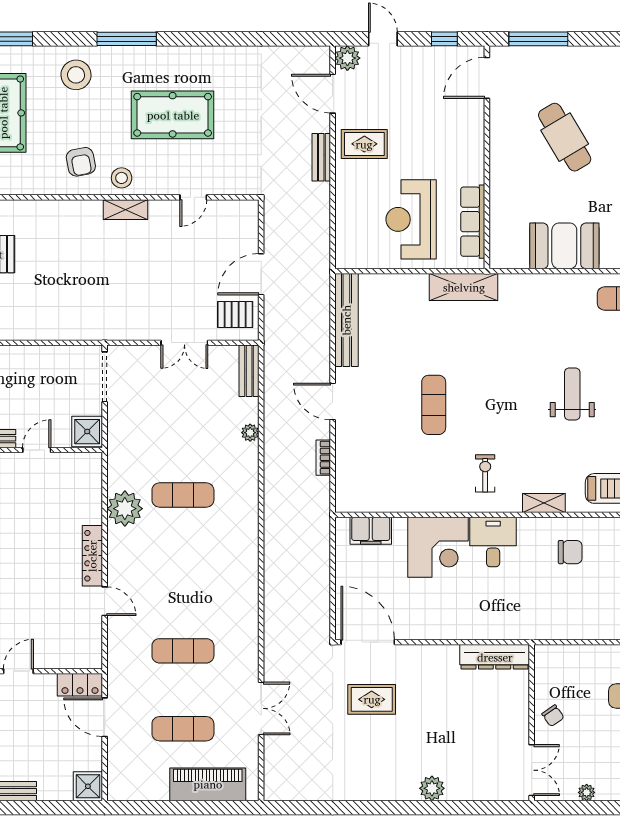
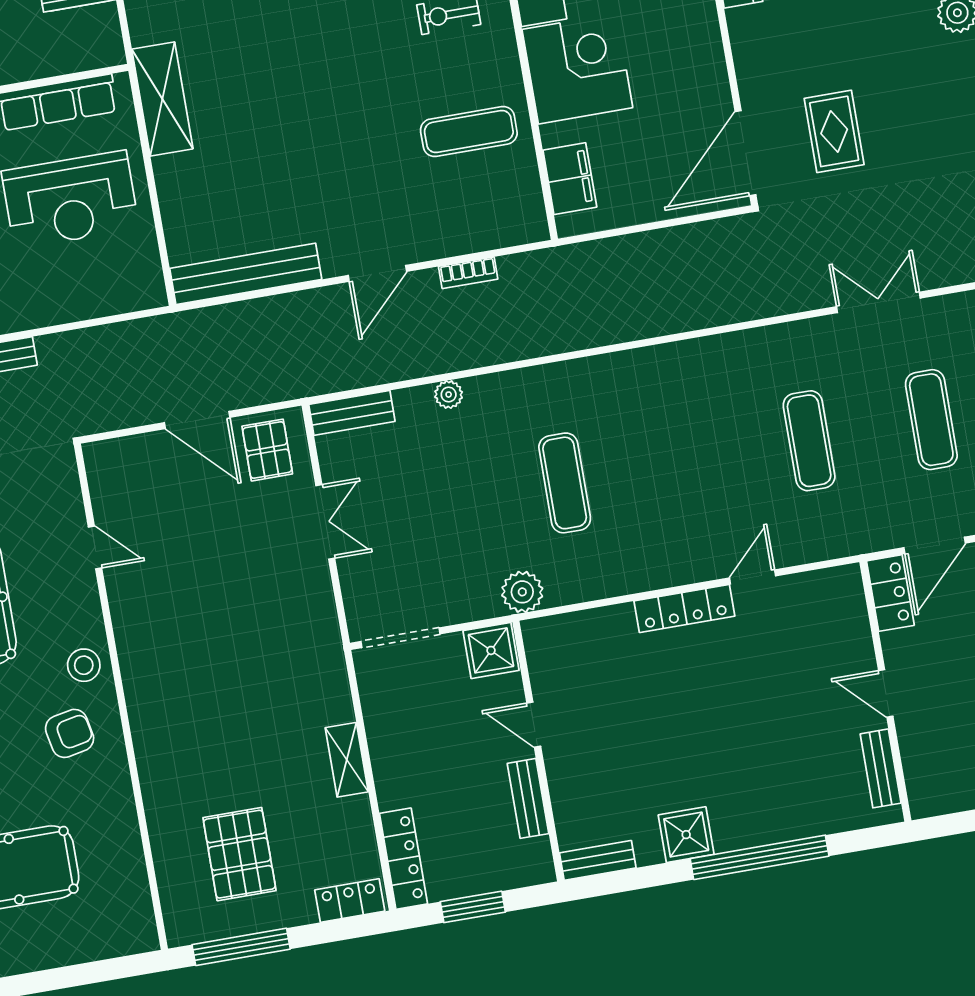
shelving: (125, 210) -> (347, 760), moved
exercise mat: (434, 405) -> (469, 132), moved
plant: (125, 509) -> (522, 592), moved, width x0.73, depth x0.73

